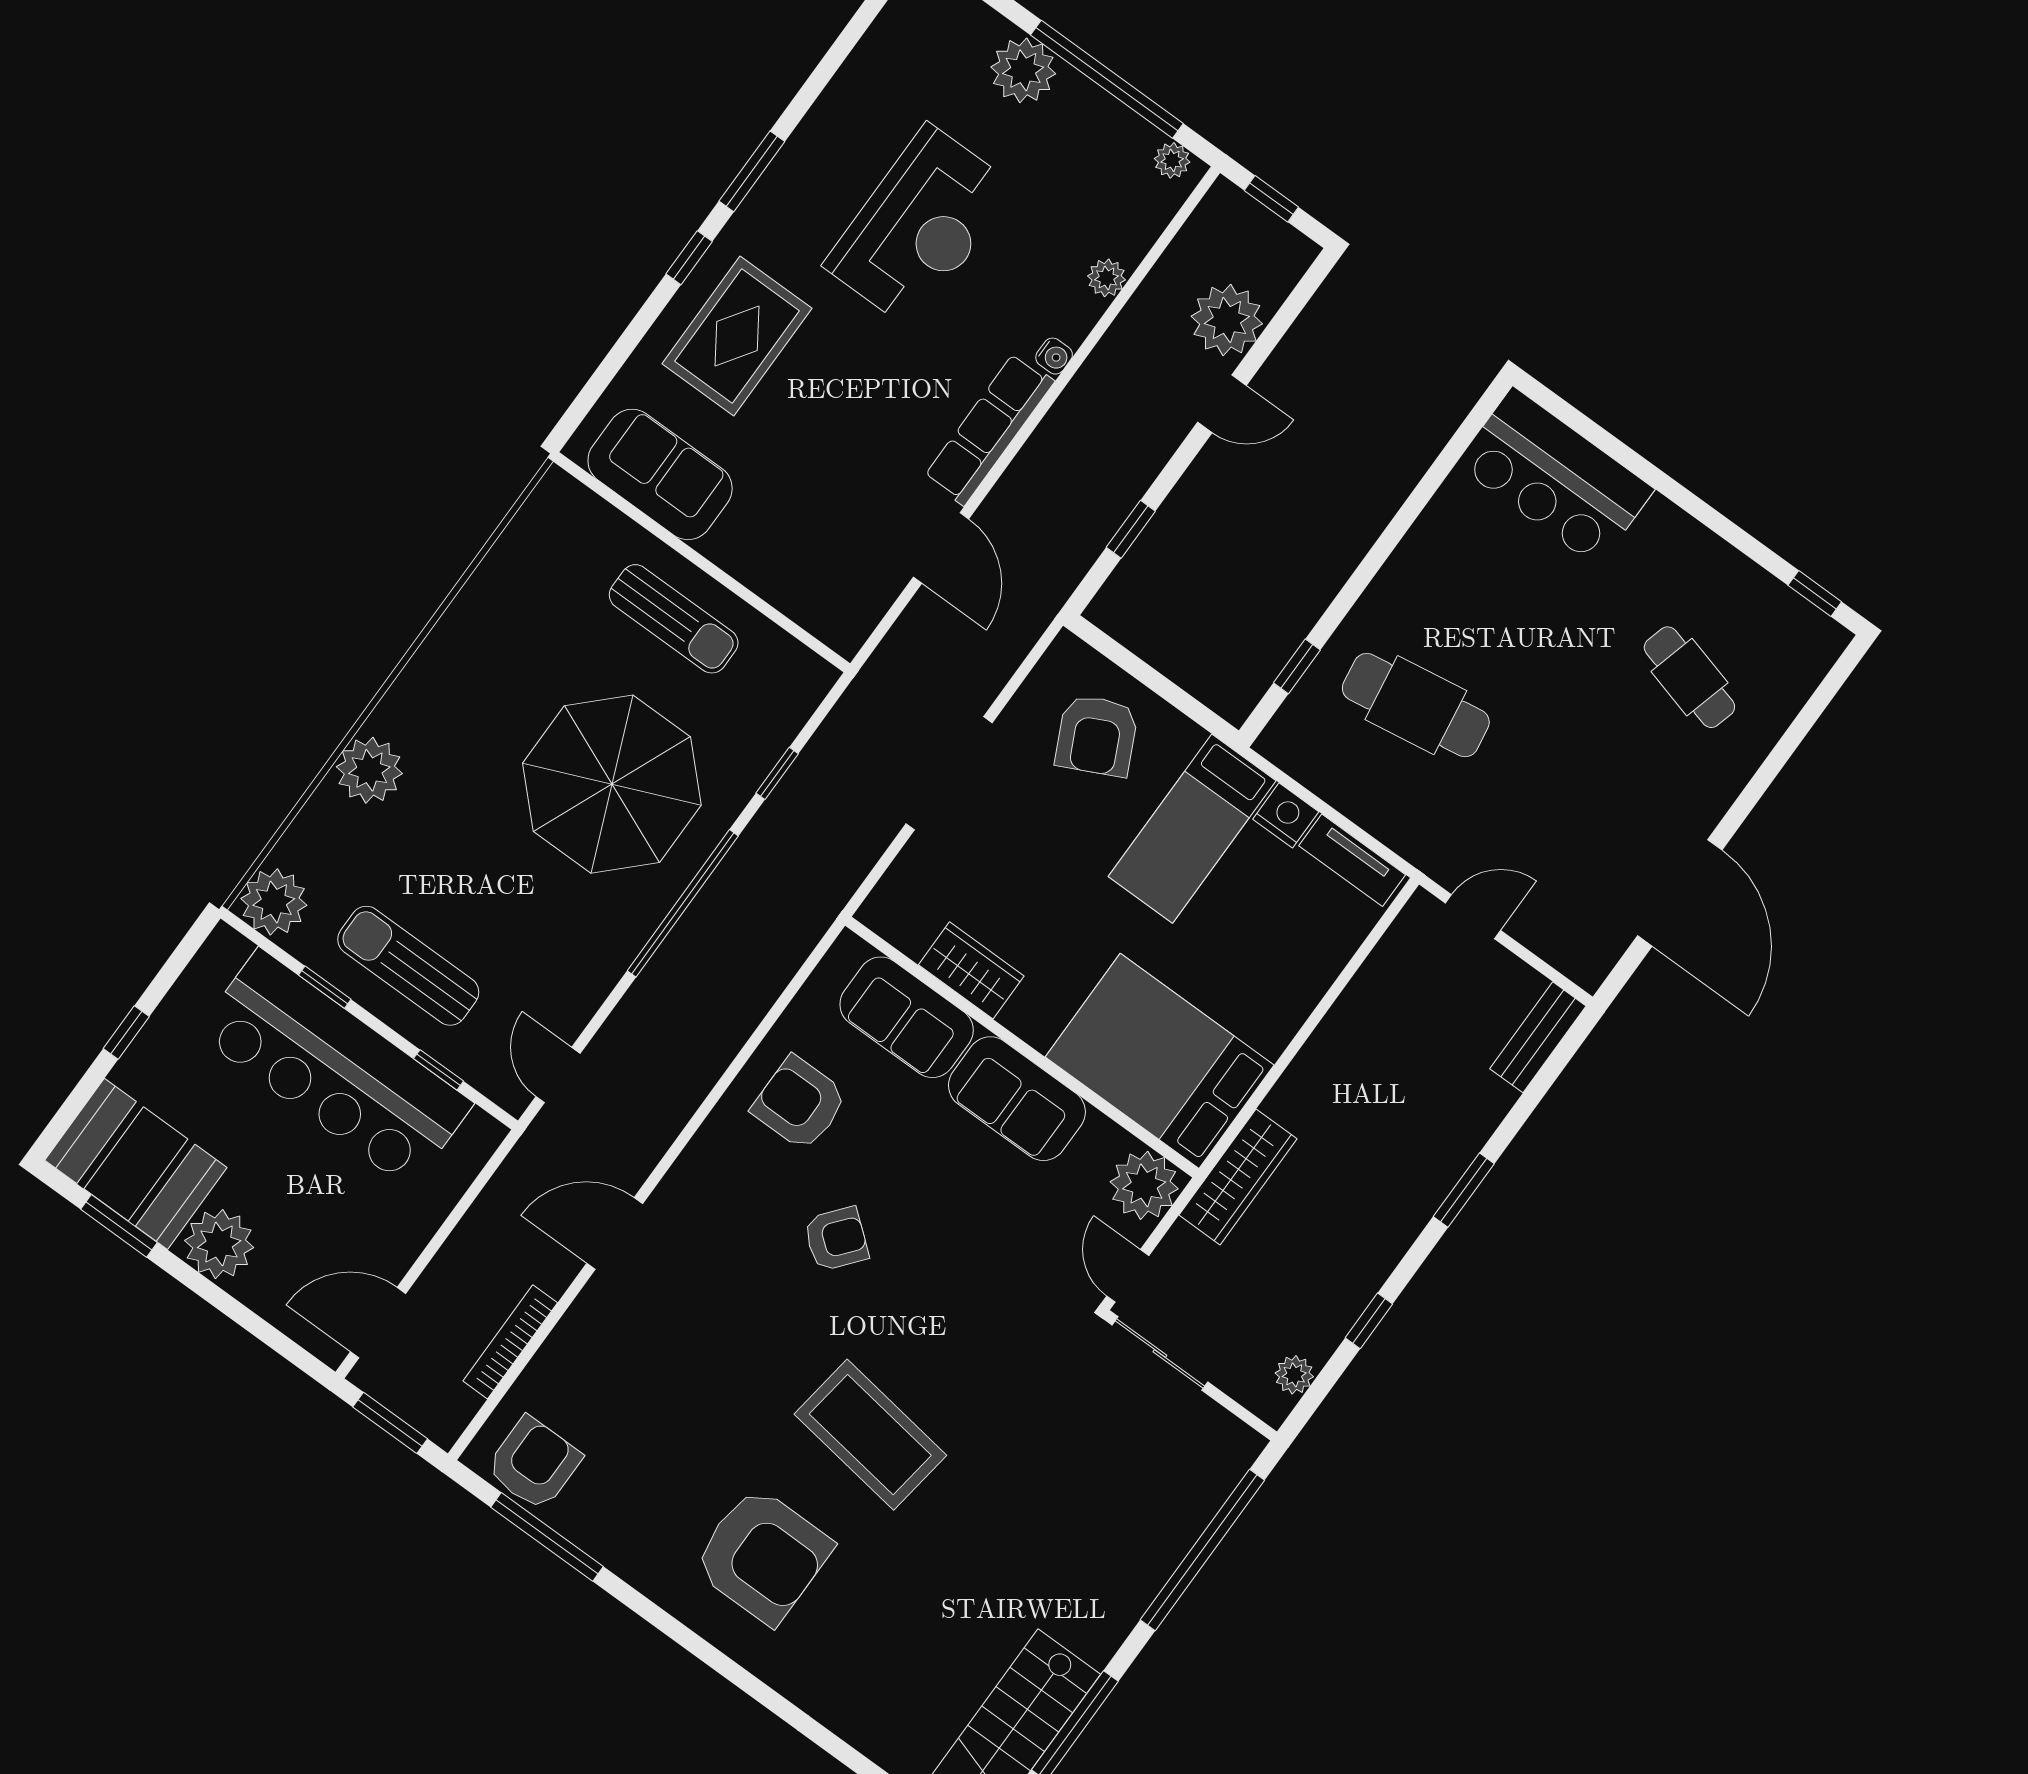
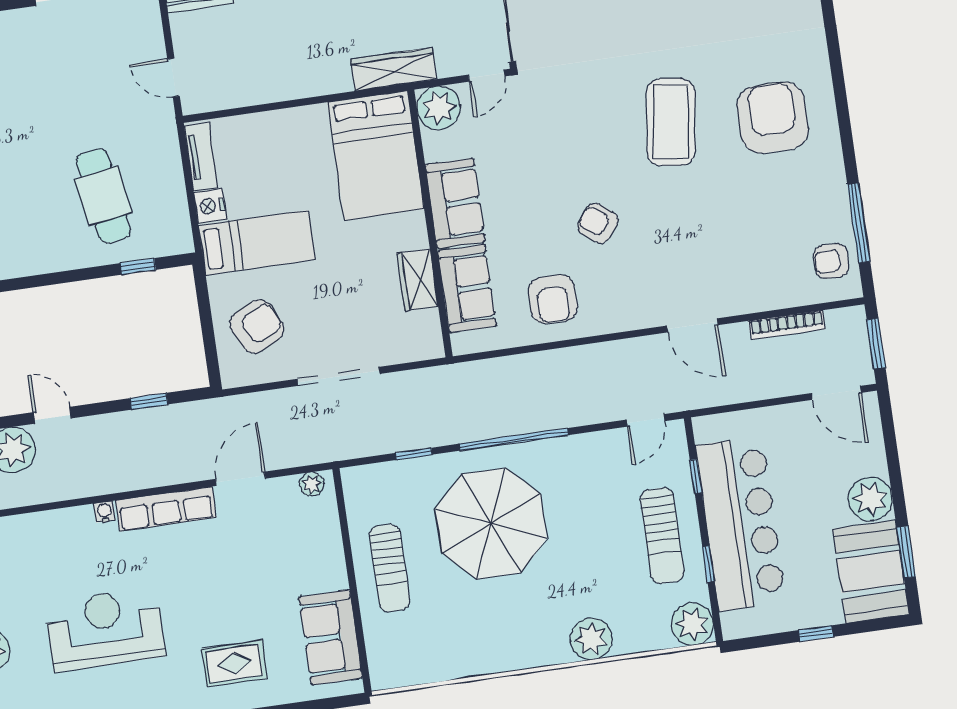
plant: (1107, 278) -> (312, 484), moved
rug: (737, 336) -> (234, 663), width x0.73, depth x0.70
sun lounger: (674, 619) -> (390, 568), turned 180
armchair: (534, 1463) -> (831, 261), width x0.72, depth x0.72

